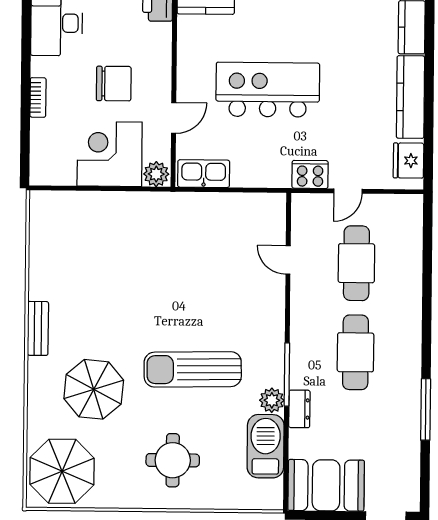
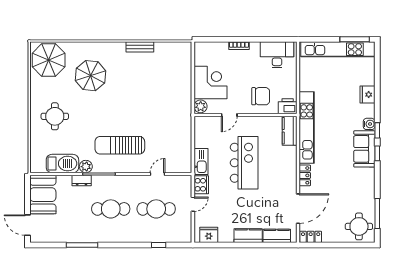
chair: (114, 84) -> (261, 96), moved, turned -90
kitchen counter: (410, 97) -> (248, 236), width x0.67
door: (174, 118) -> (229, 115), hinge flipped
kitchen sink: (204, 174) -> (201, 161), moved
door: (348, 191) -> (193, 204), swing flipped
window: (427, 259) -> (159, 245), added
bench: (38, 328) -> (140, 47), moved
sun lounger: (193, 369) -> (120, 145), moved, turned -89

